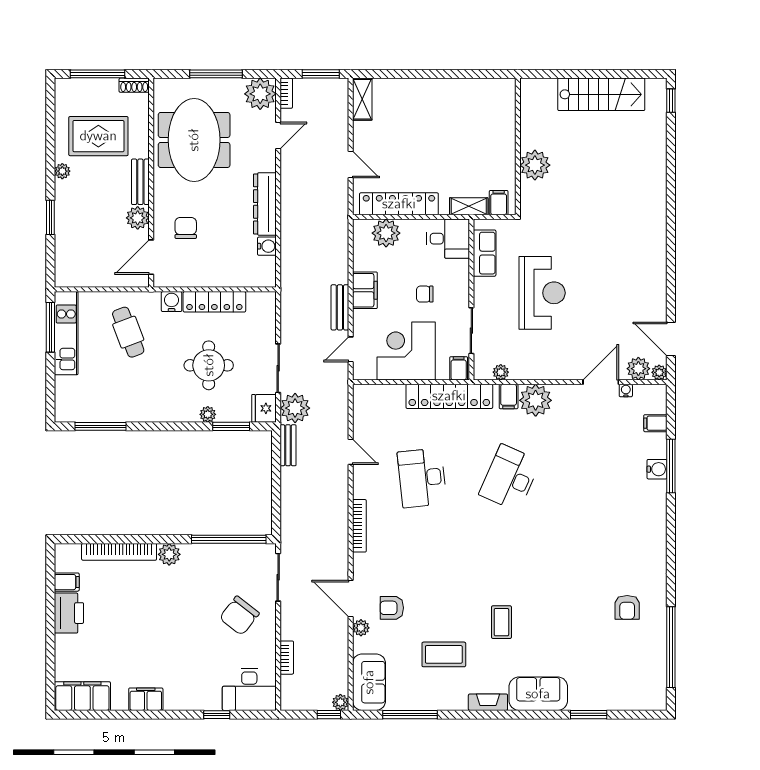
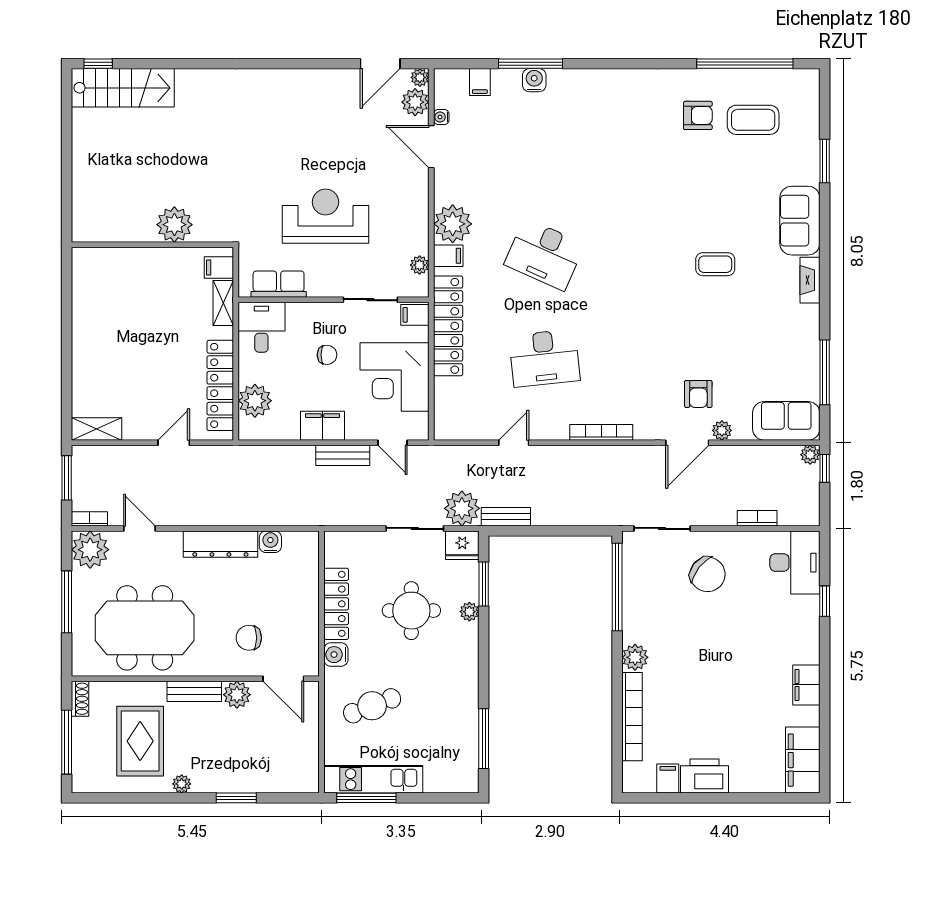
stairs: (601, 94) -> (123, 88), moved, turned 90
chair: (425, 294) -> (327, 355), turned -90
coffee table: (444, 654) -> (753, 120), moved, turned 90

